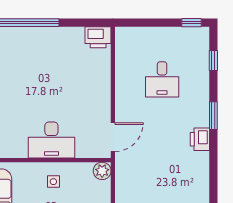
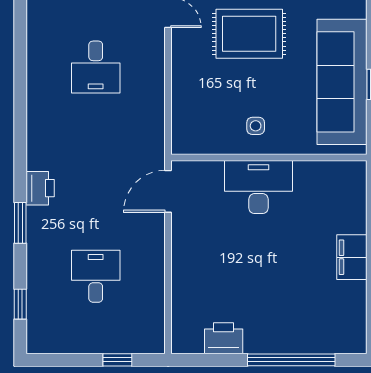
window: (192, 23) -> (117, 360), moved
printer: (98, 37) -> (224, 338), moved
plant: (102, 171) -> (184, 142), removed

